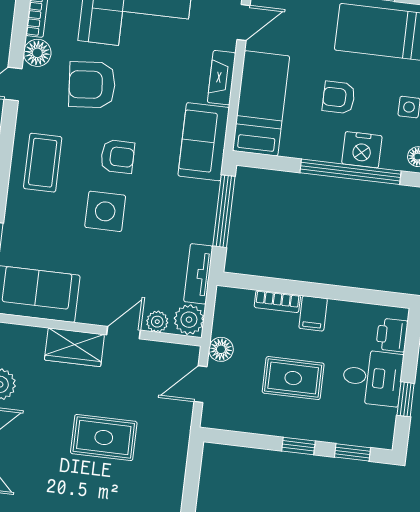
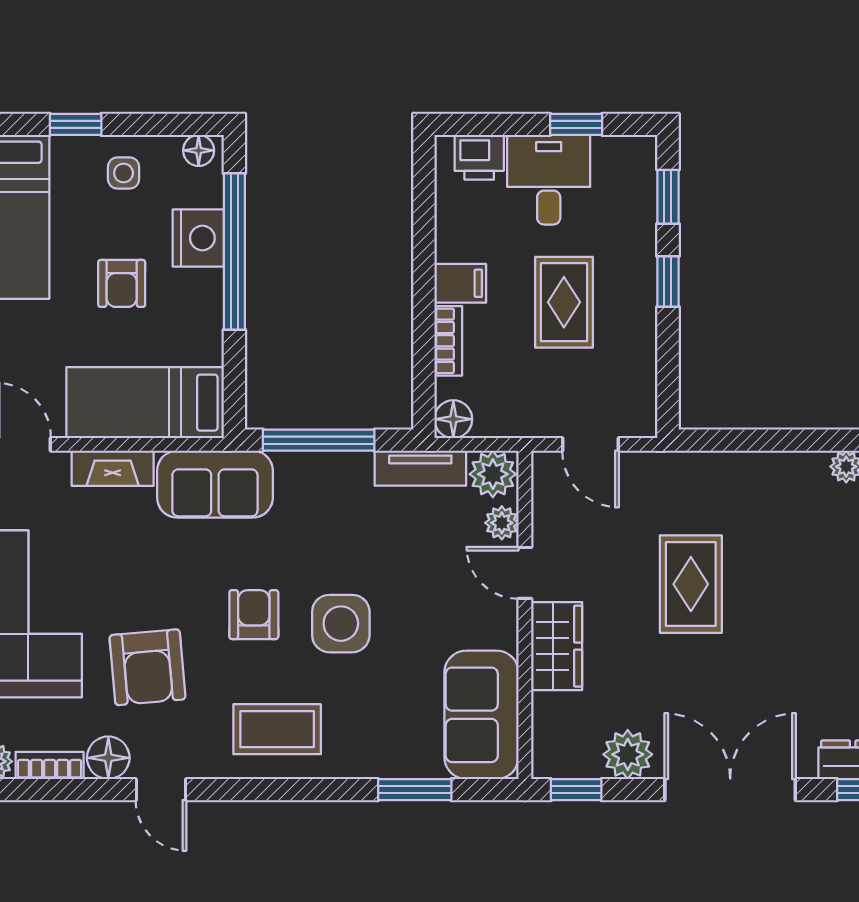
floor lamp: (221, 349) -> (453, 419), moved

